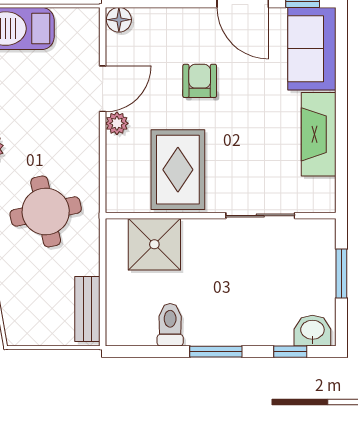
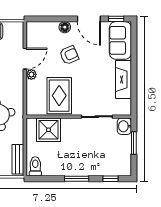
floor lamp: (119, 20) -> (65, 27), moved
armchair: (200, 81) -> (69, 55), turned 67
toilet: (170, 325) -> (35, 166), moved
washbasin: (312, 331) -> (124, 126), moved, turned -90

